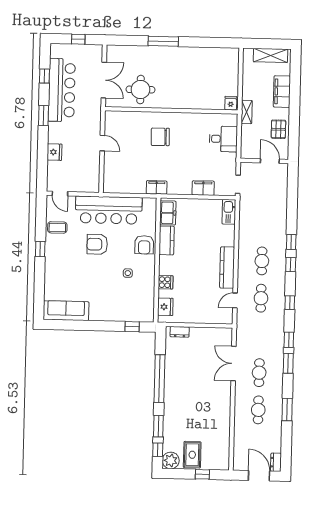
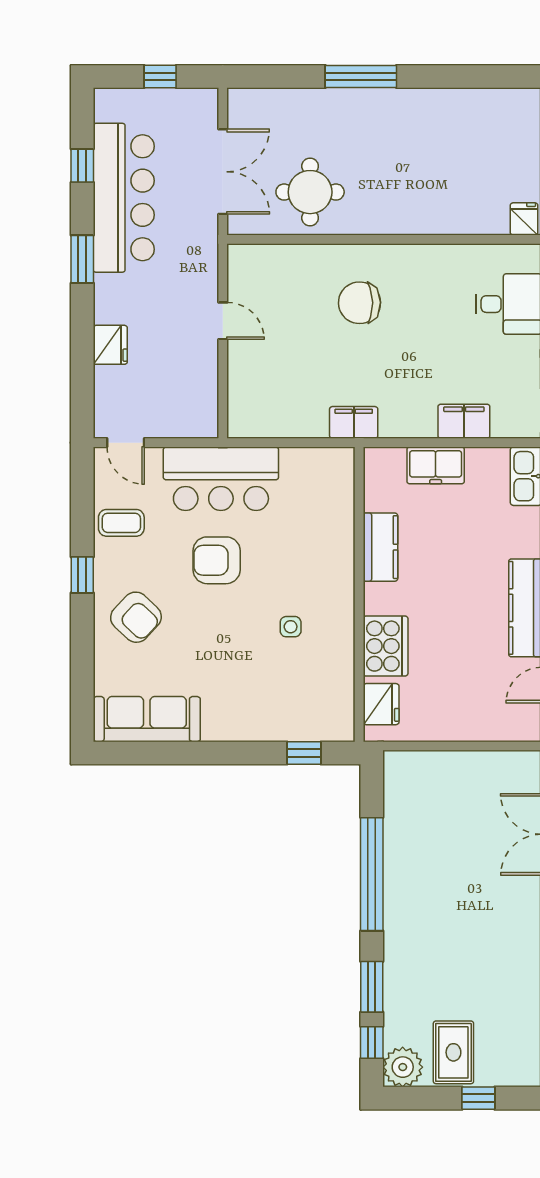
bar counter: (109, 210) -> (221, 479), width x0.73
freezer: (168, 213) -> (436, 465), moved, turned 90
armchair: (144, 245) -> (136, 617), moved, turned -47
cooker: (166, 282) -> (386, 646), width x1.87, depth x1.31
dresser: (180, 332) -> (417, 763), removed

